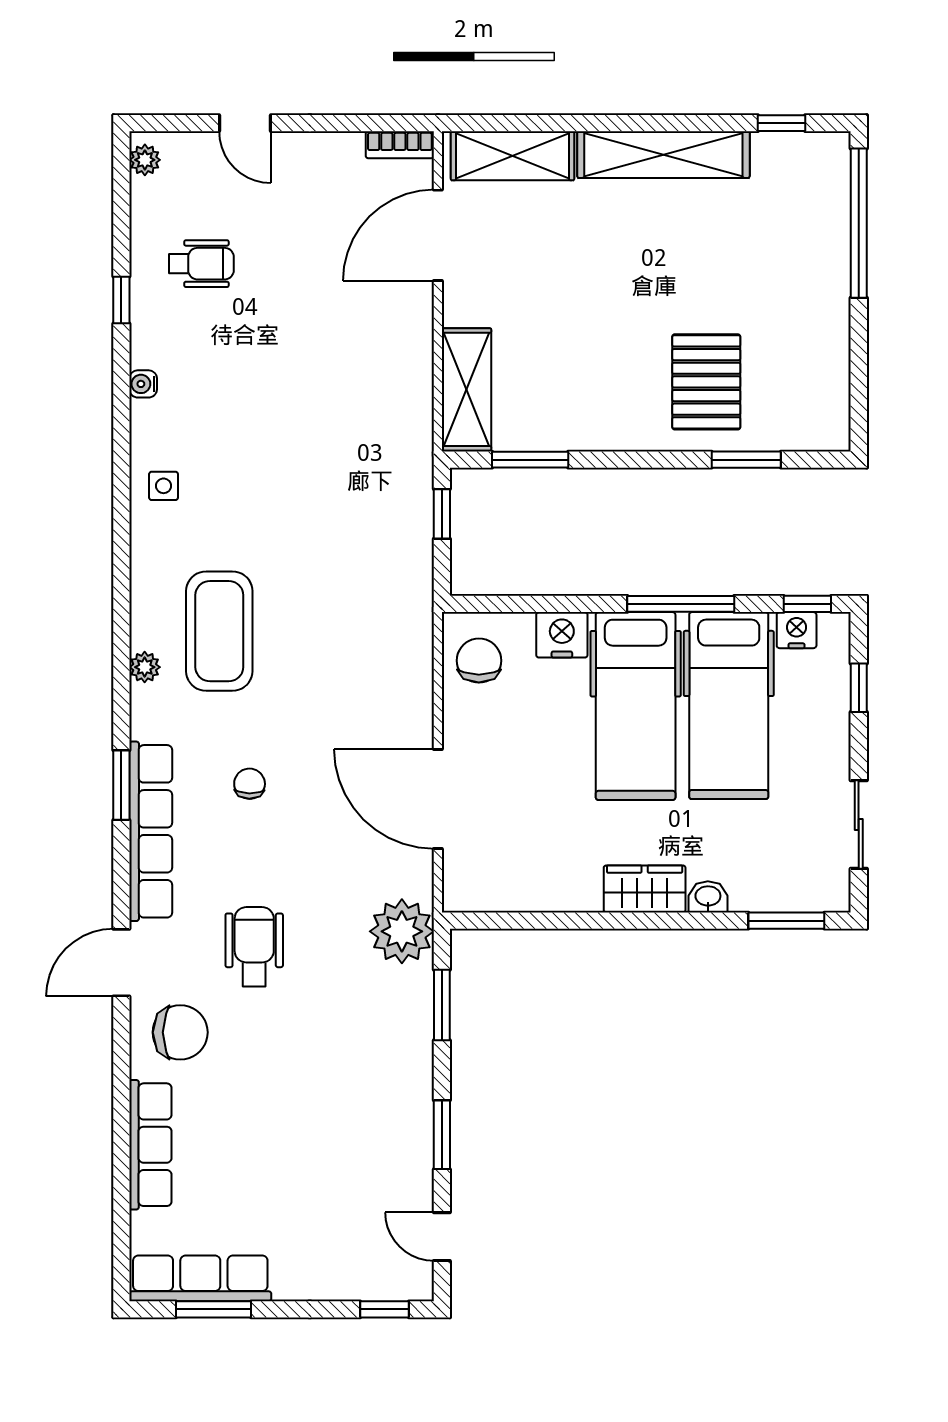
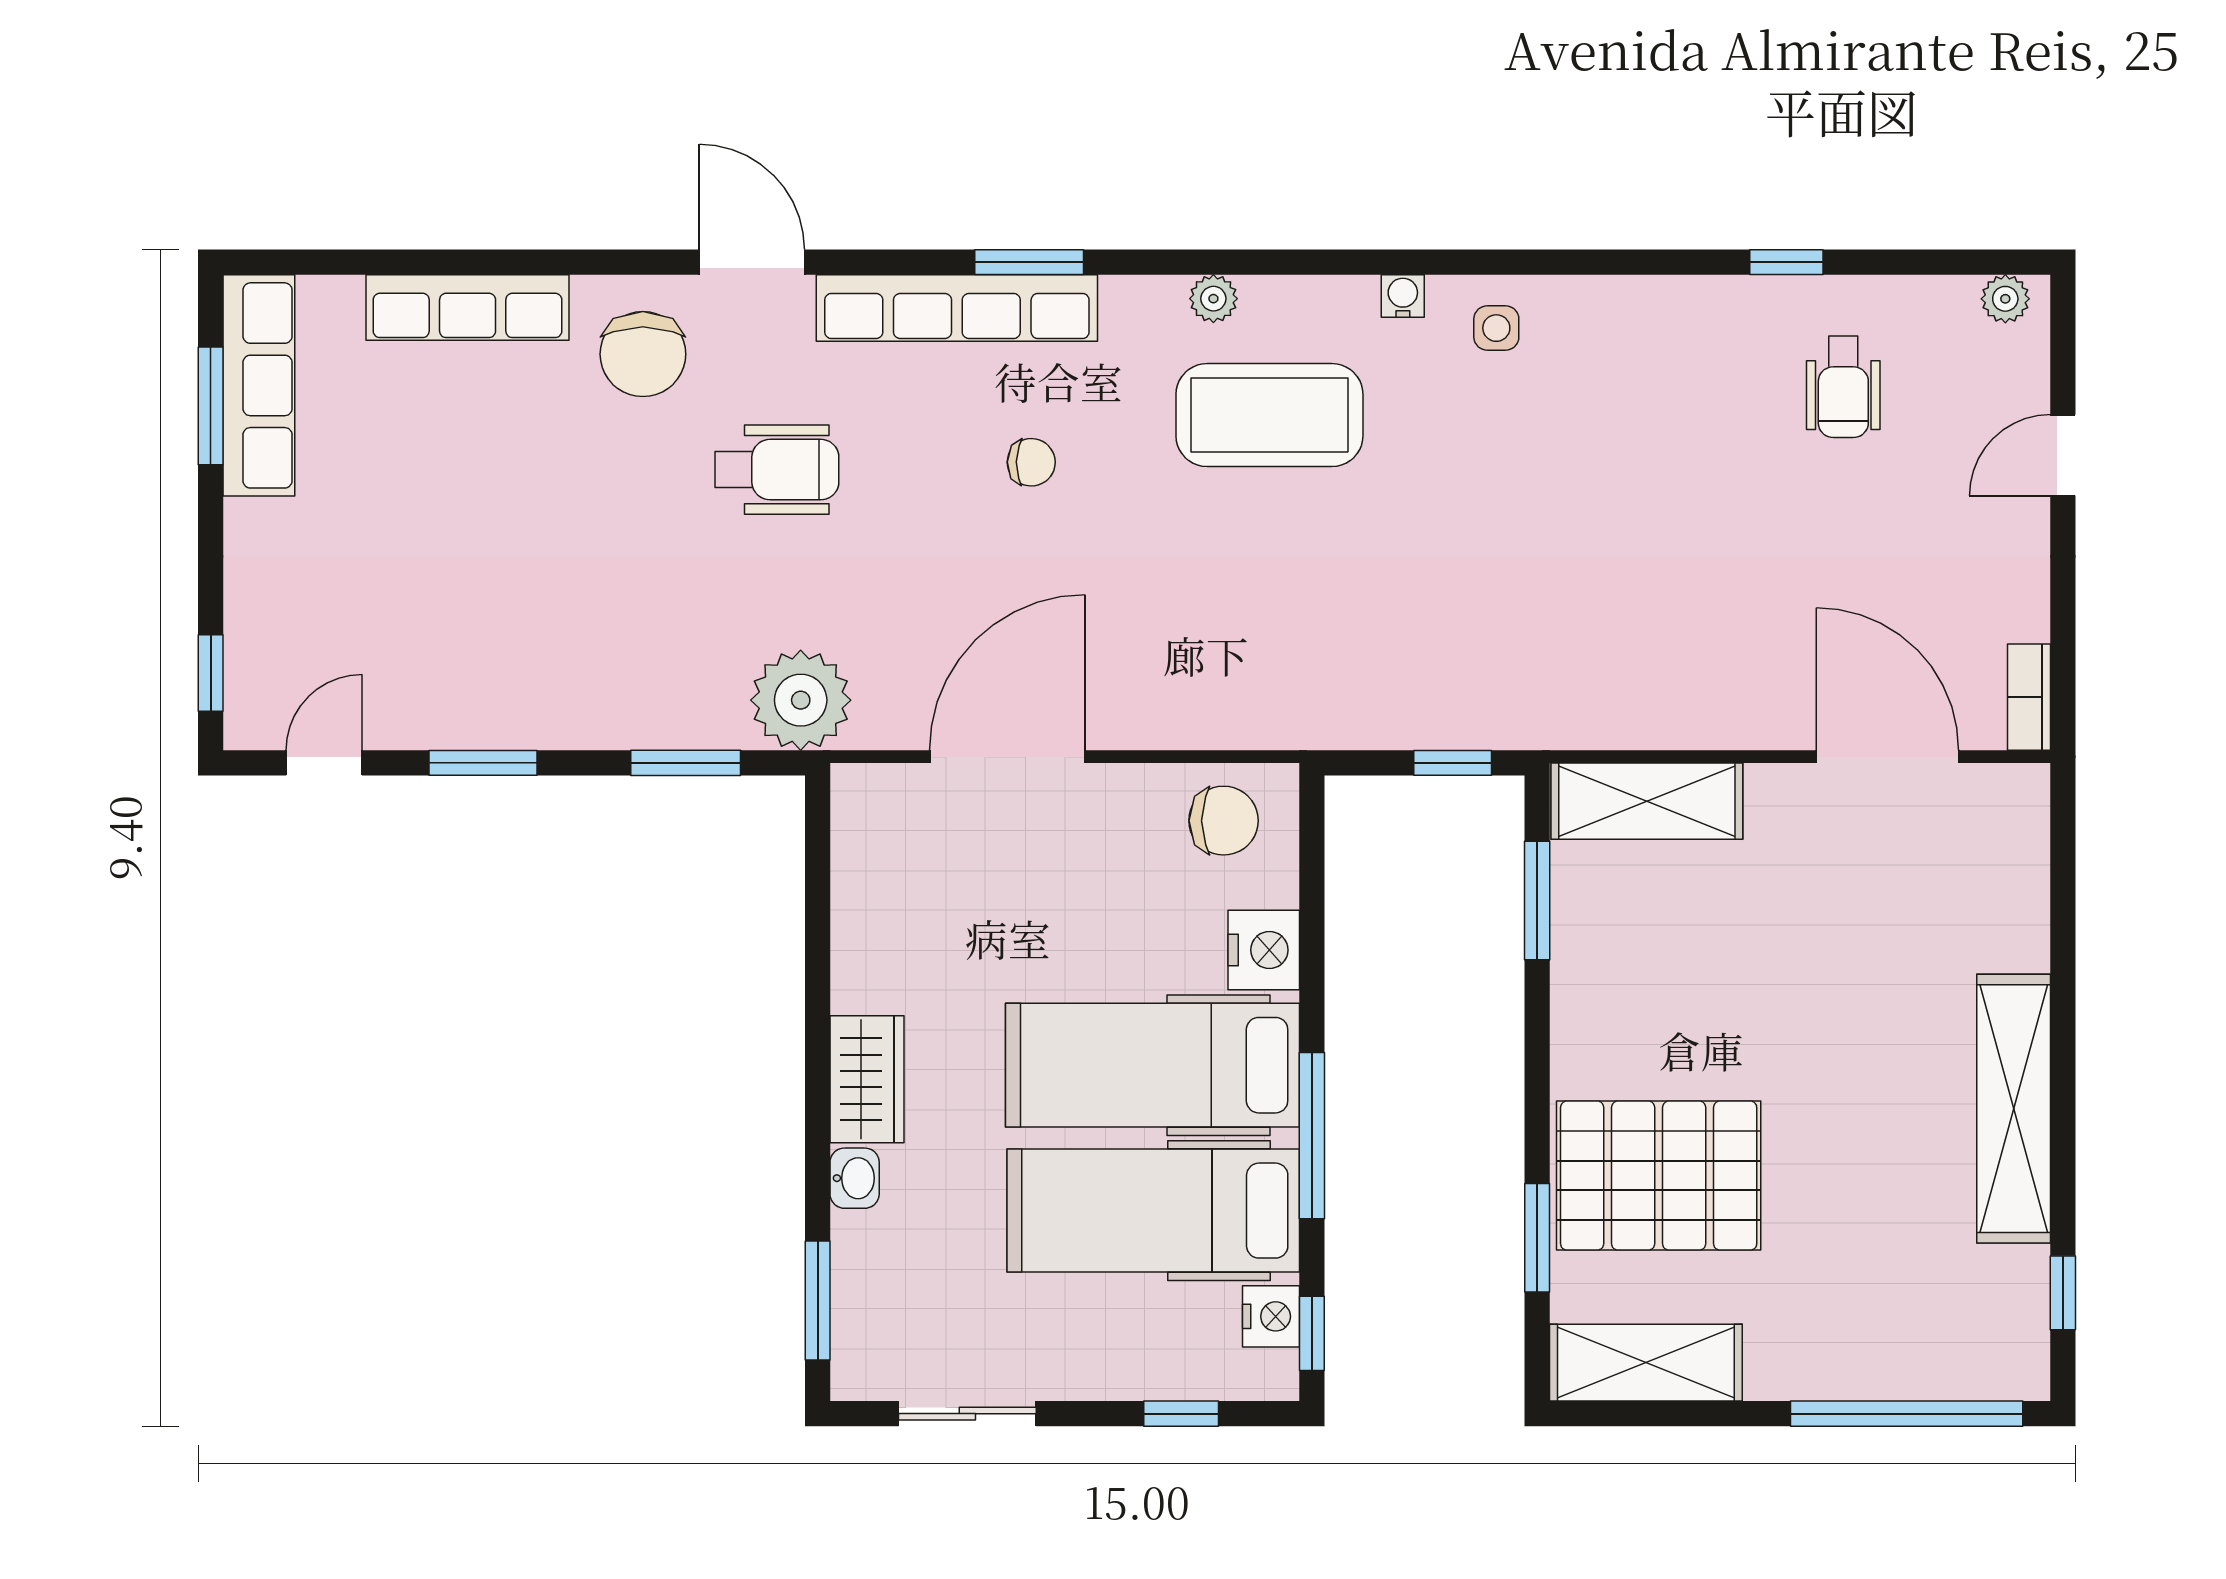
shelving: (512, 156) -> (1646, 1363), moved, turned 90
pallet: (706, 382) -> (1659, 1176), width x1.37, depth x1.41
water cooler: (143, 384) -> (1403, 296), moved

